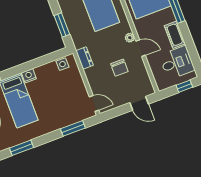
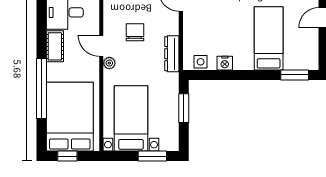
dresser: (84, 58) -> (172, 54), width x1.44
nightstand: (29, 76) -> (225, 63), moved

